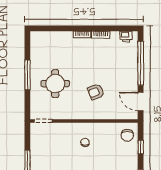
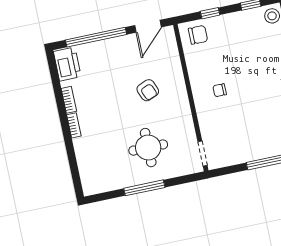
printer: (126, 36) -> (67, 64), width x1.87, depth x1.48

